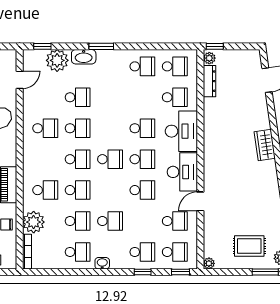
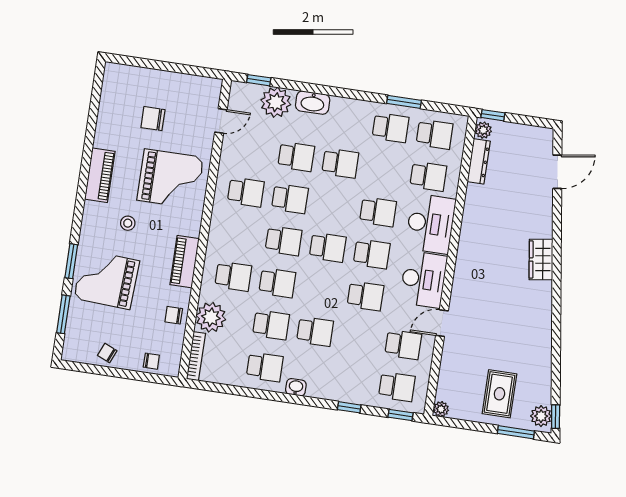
window: (101, 46) -> (404, 102), moved
rug: (249, 246) -> (499, 394), turned 90
school desk: (142, 252) -> (340, 163), moved

